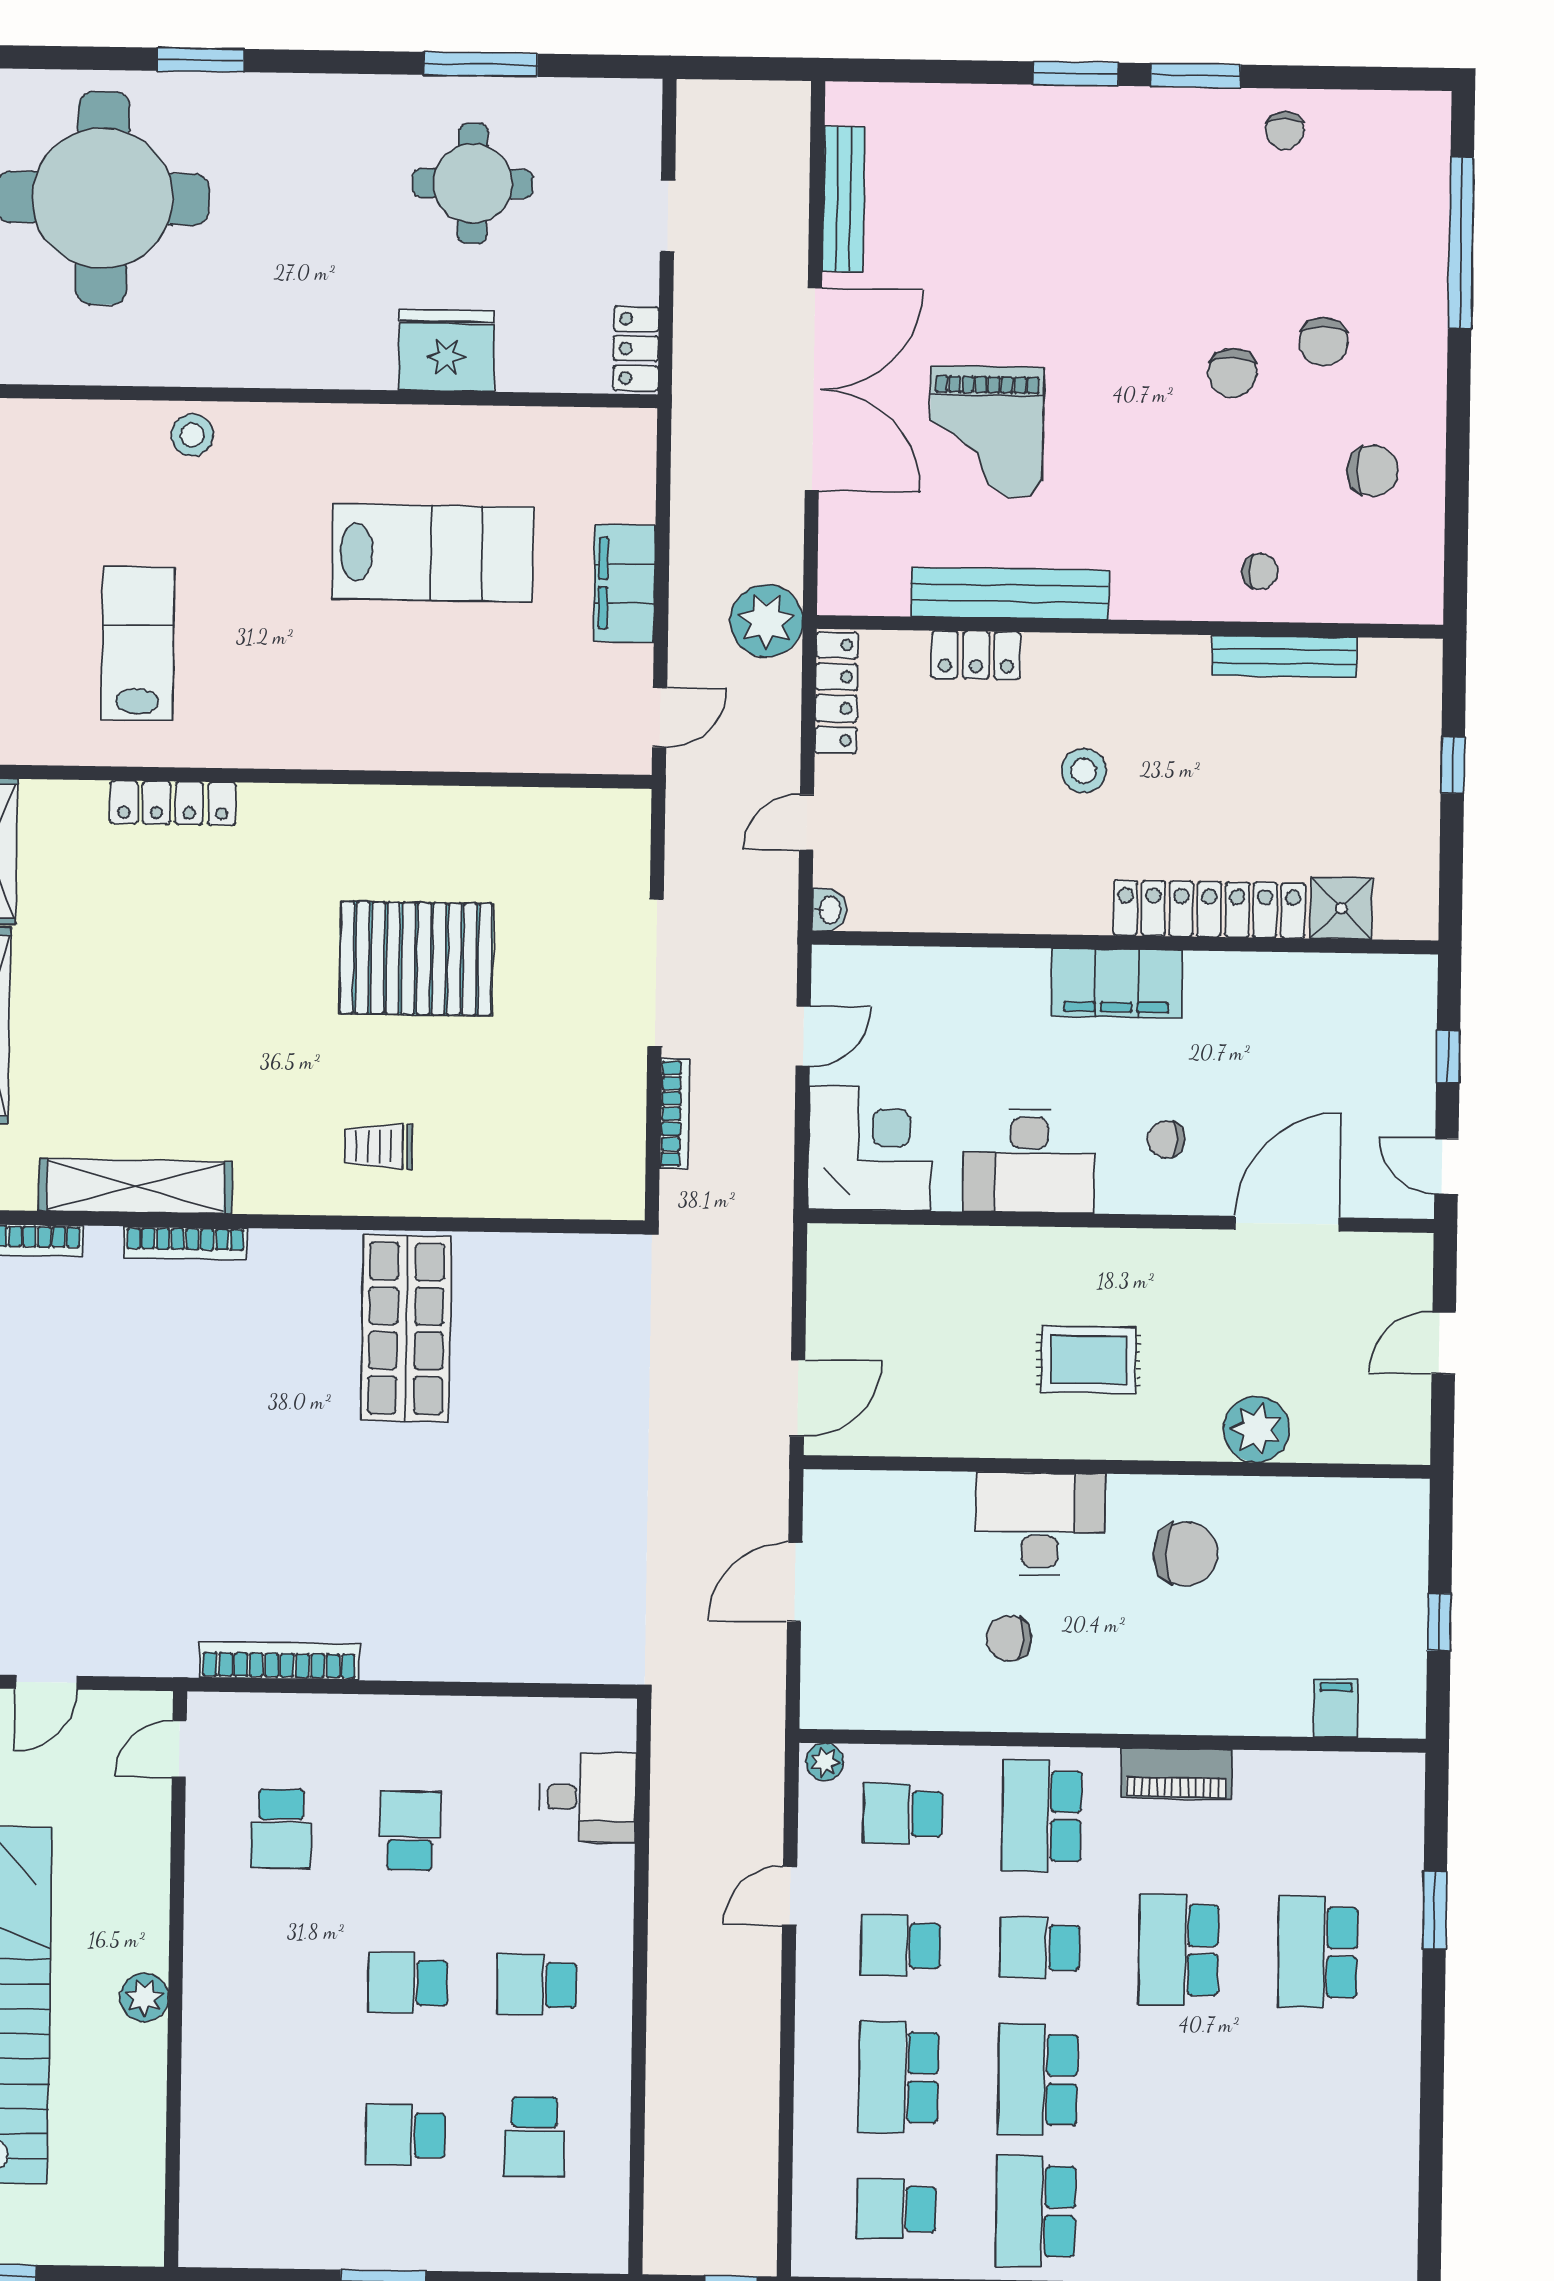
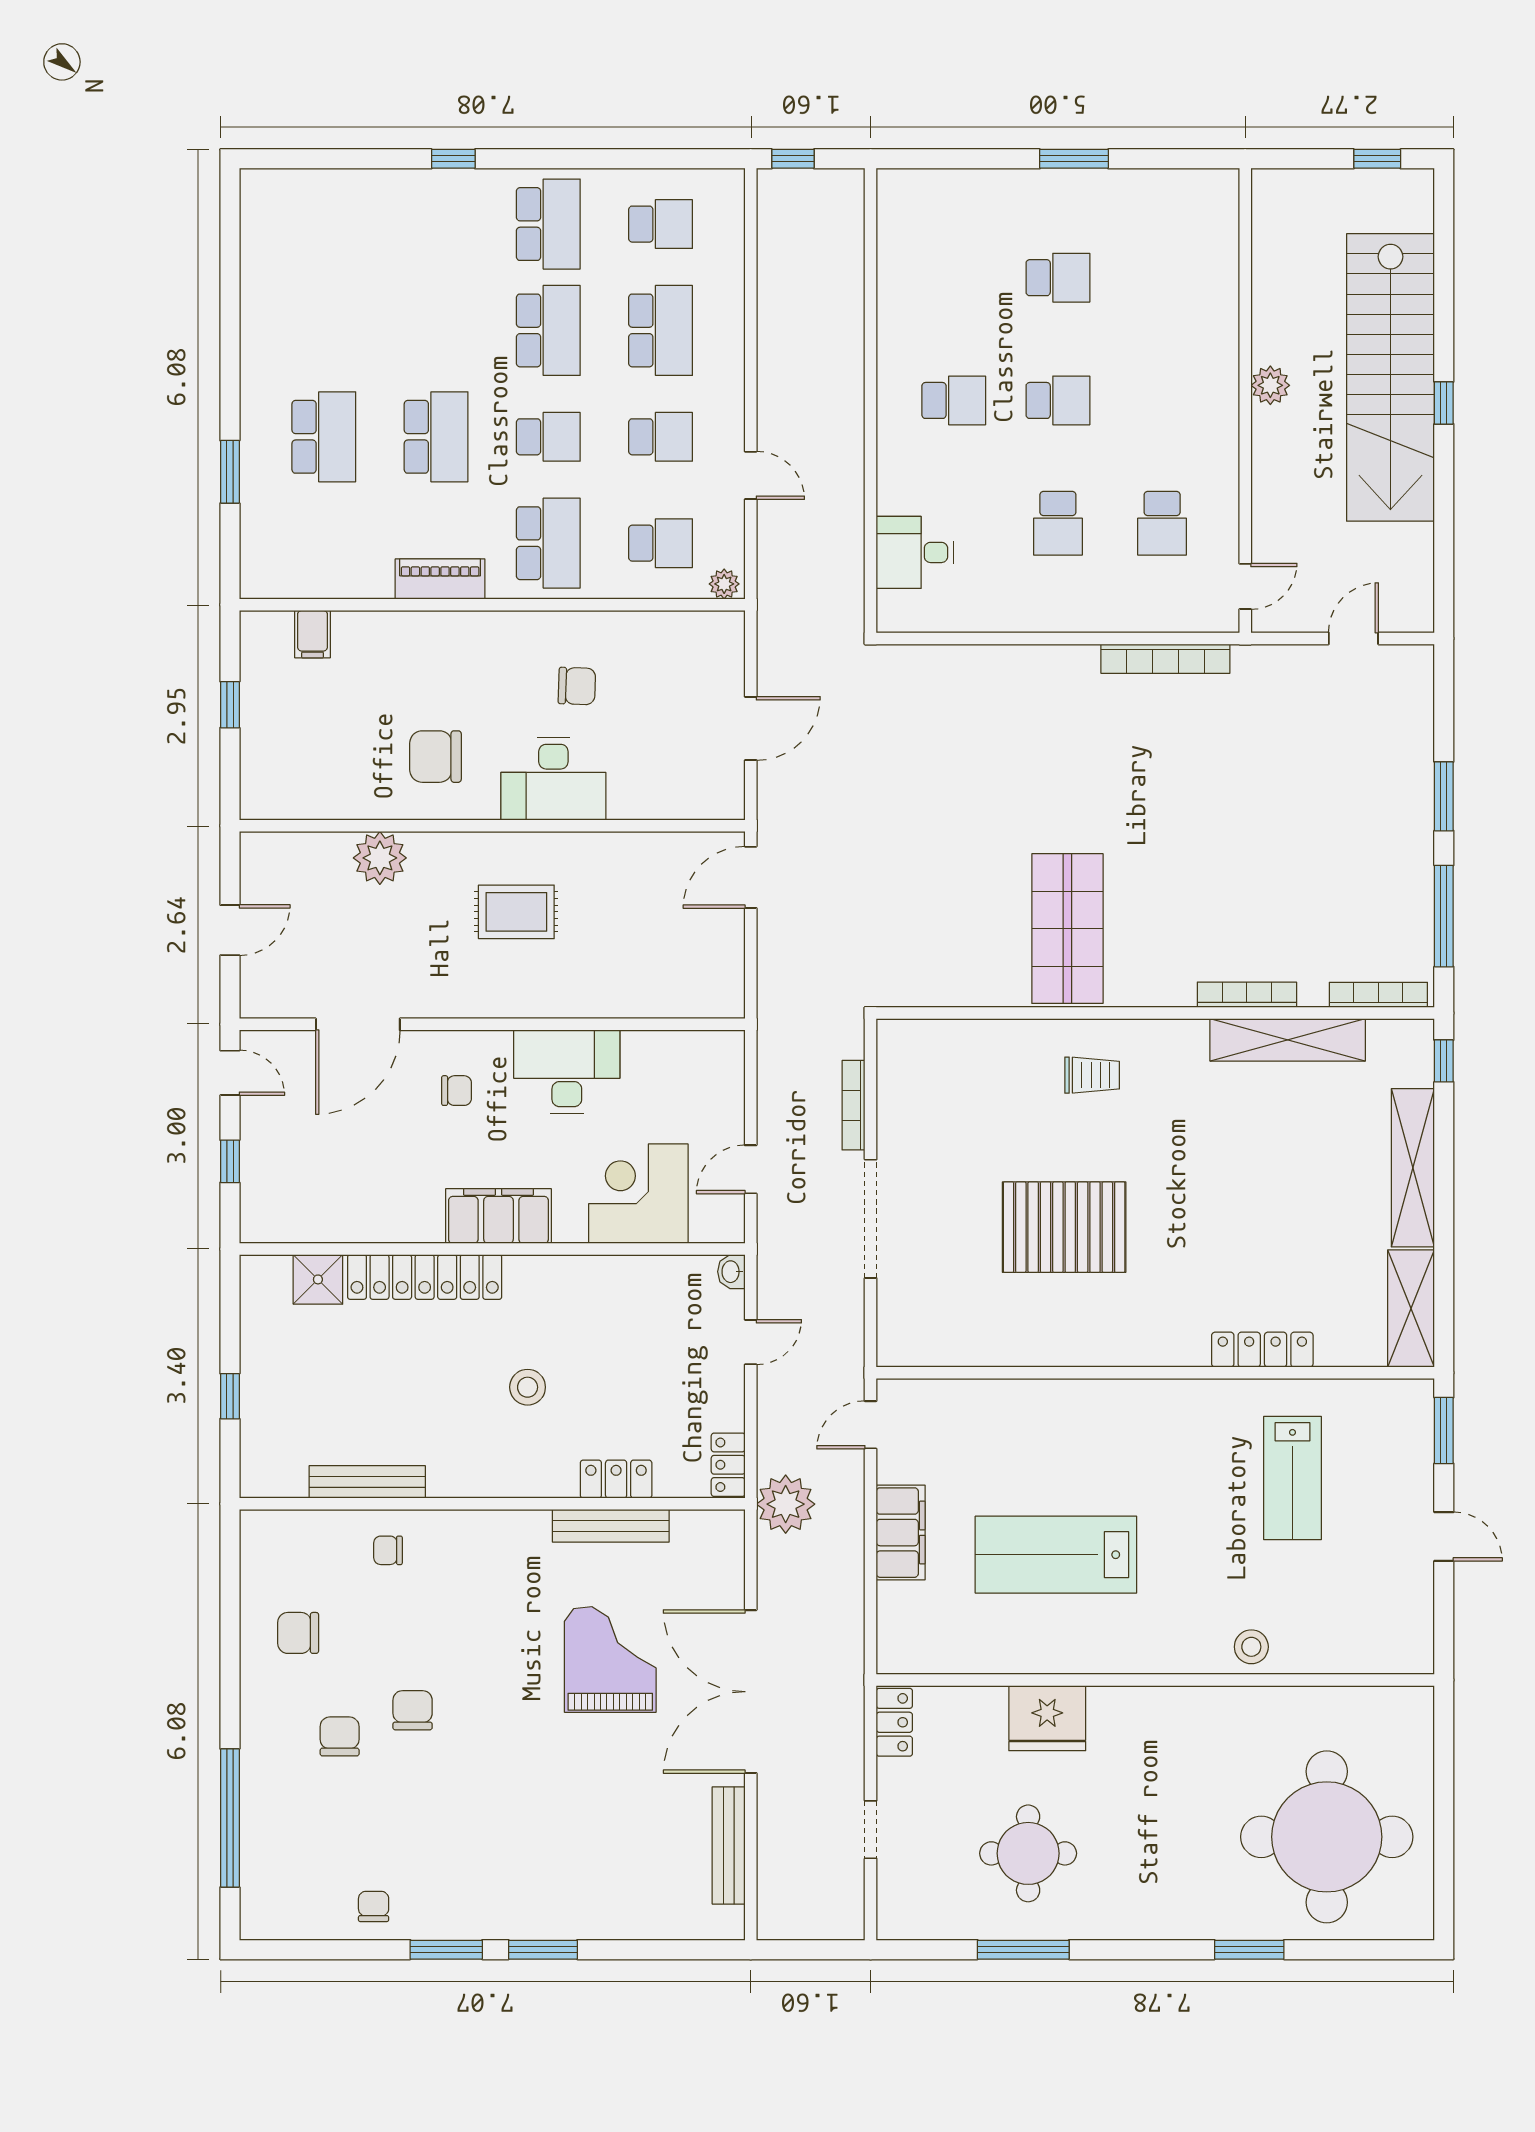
bench: (1010, 593) -> (611, 1526), width x0.73, depth x0.82
locker: (836, 693) -> (728, 1465), width x0.66
corner desk: (870, 1148) -> (638, 1194), moved, turned 90
school desk: (281, 1829) -> (1162, 523), turned 180
door: (790, 1896) -> (751, 475), hinge flipped
school desk: (534, 2137) -> (954, 278), removed

